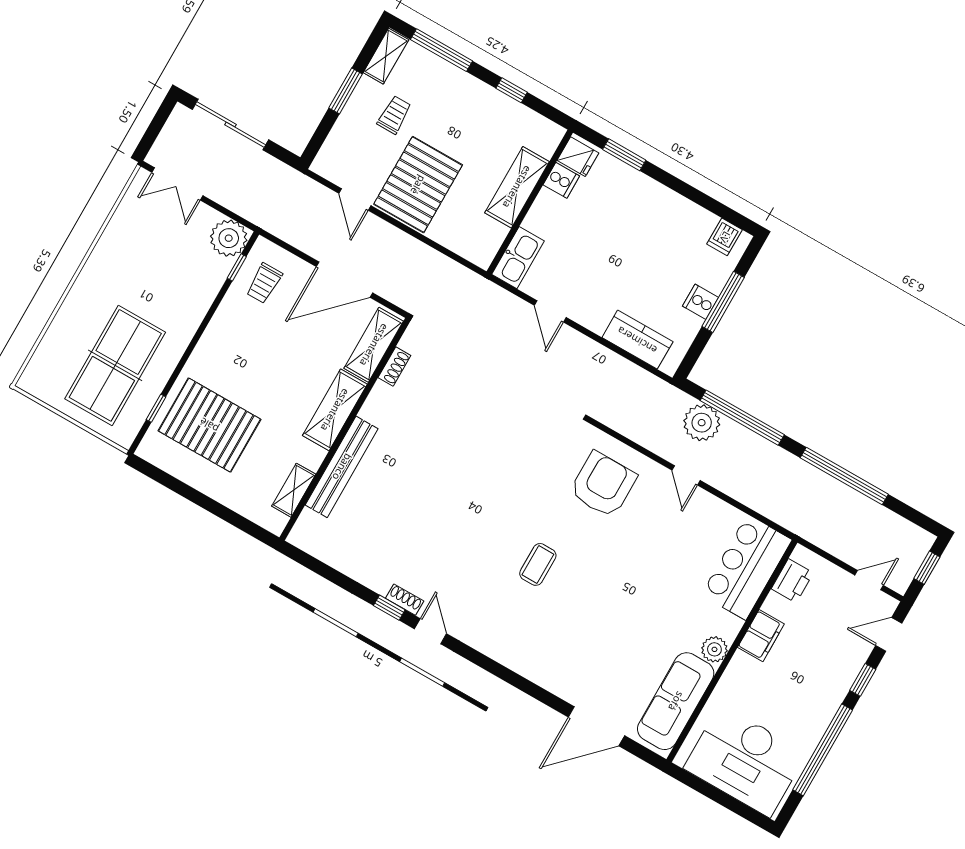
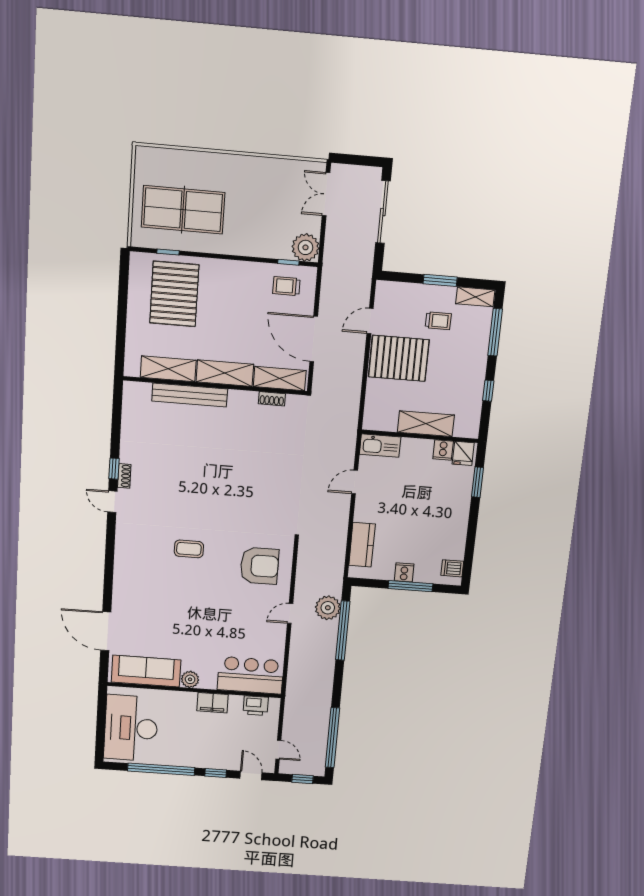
window: (844, 476) -> (332, 738), moved
shelving: (294, 490) -> (168, 369), width x1.50, depth x1.33
door: (430, 631) -> (112, 502), swing flipped

